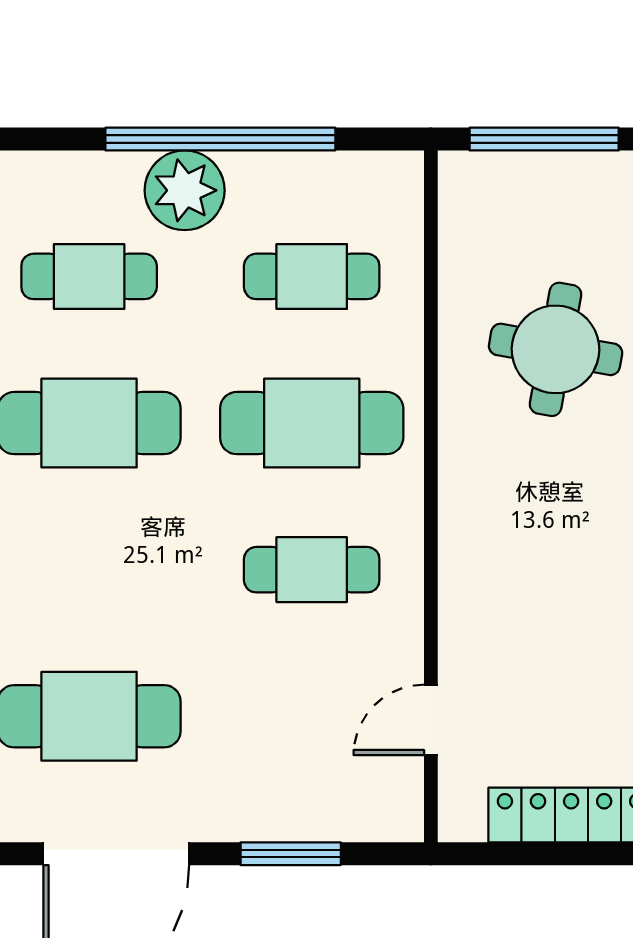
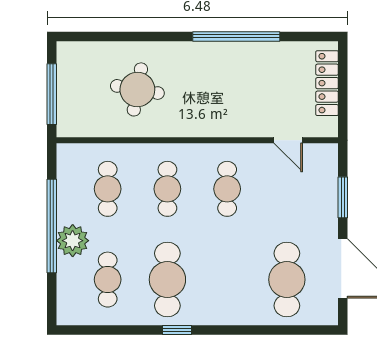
cafe table: (312, 423) -> (167, 189), width x0.73, depth x0.74

